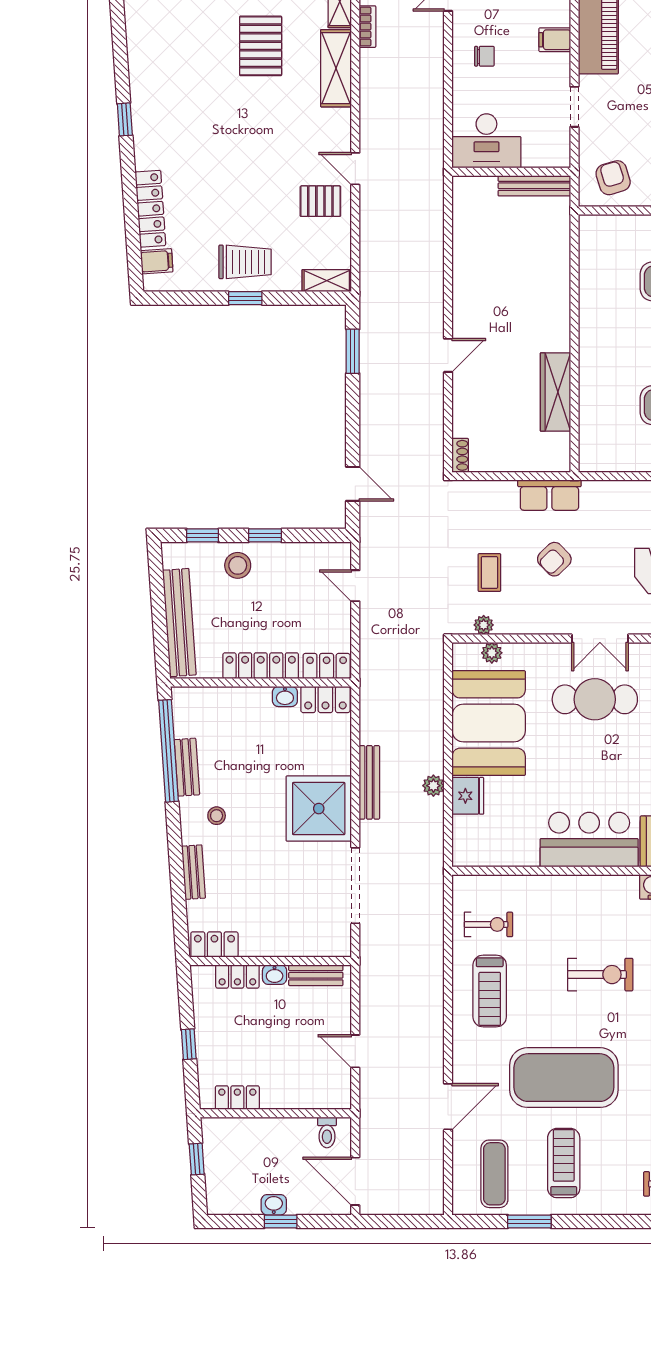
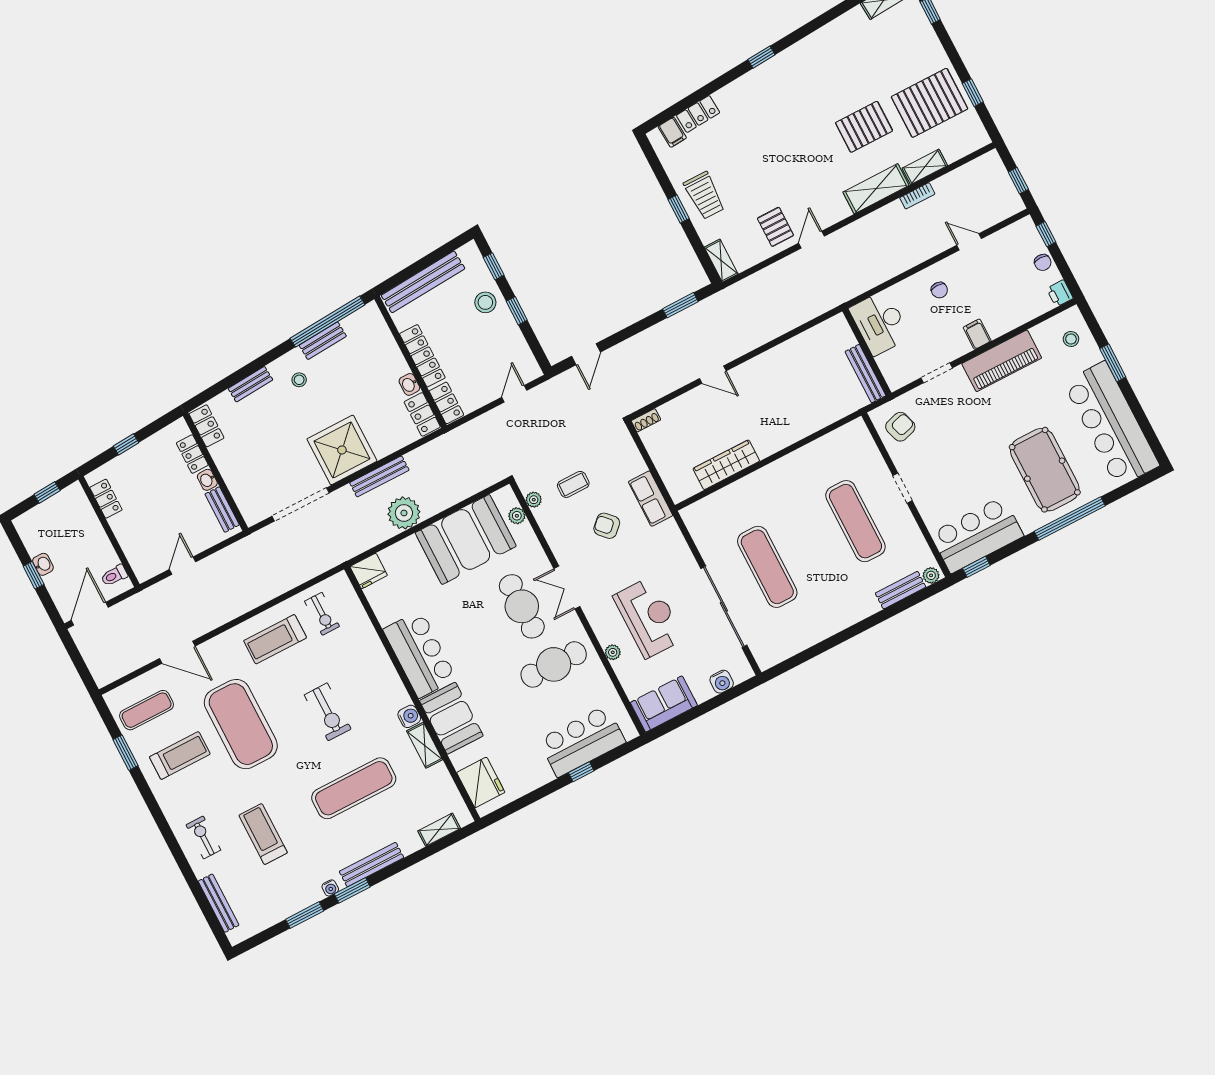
locker: (150, 209) -> (698, 114), width x0.66
plant: (433, 786) -> (404, 513), width x1.87, depth x1.87
fridge: (468, 796) -> (369, 571), moved

